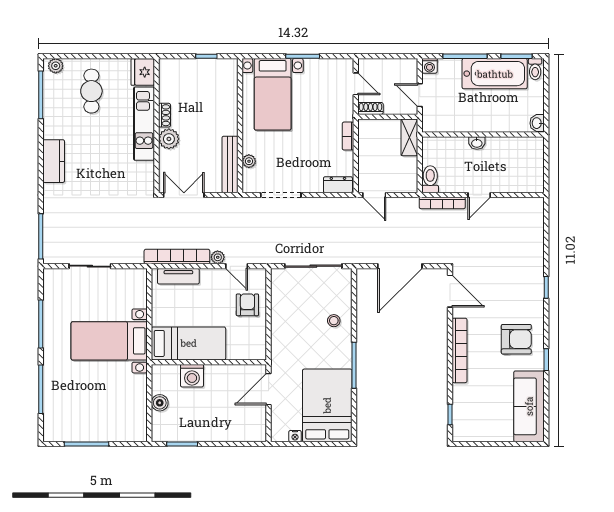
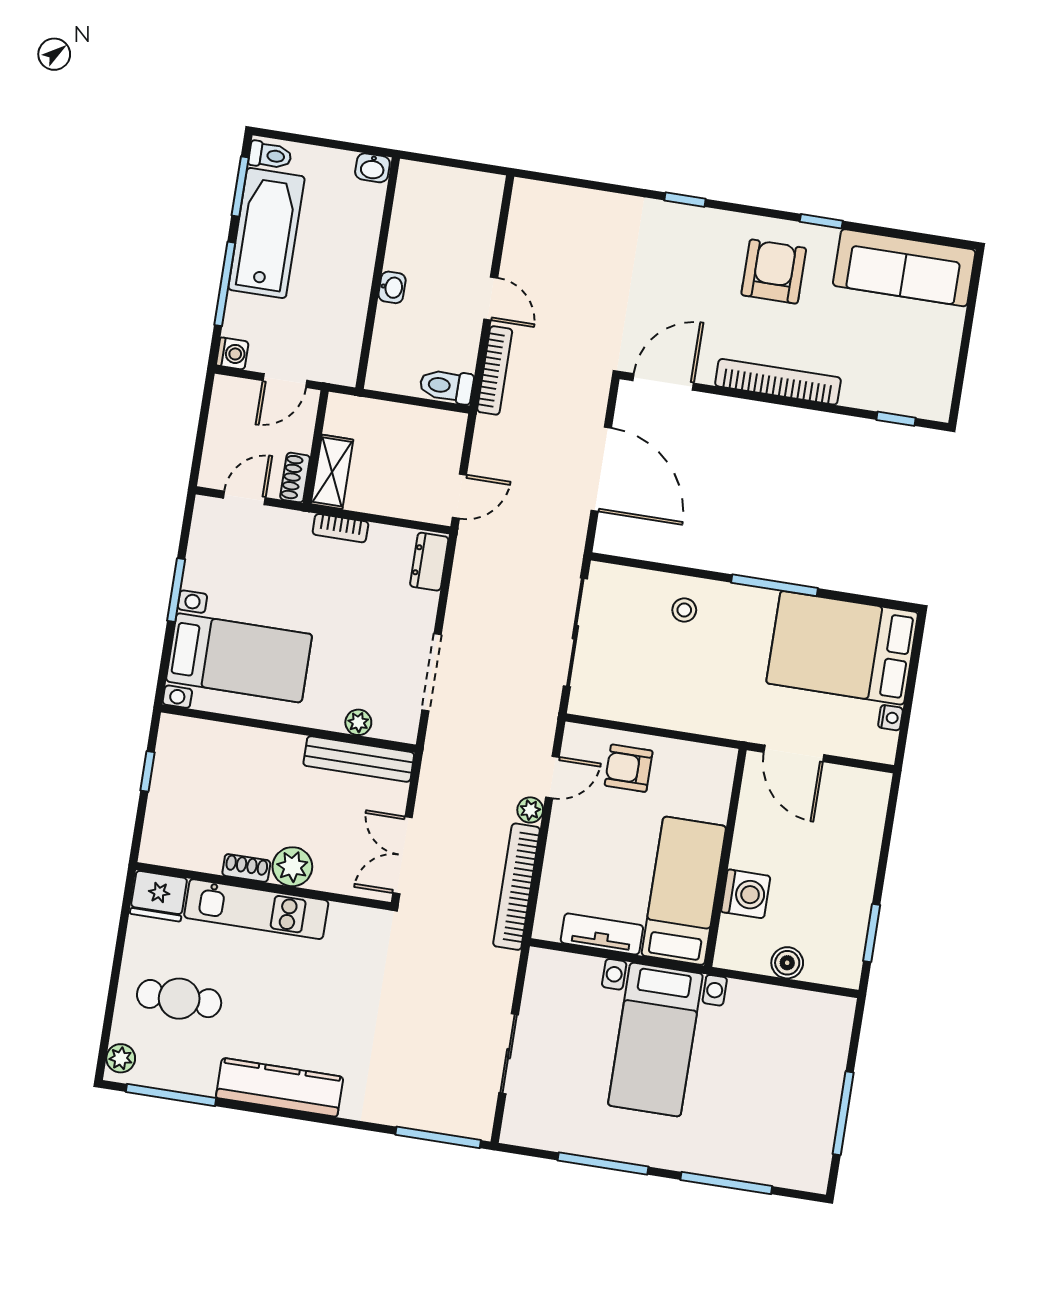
shelving: (409, 137) -> (332, 472), moved, turned 90
kitchen counter: (54, 161) -> (280, 1087), width x1.50
tv unit: (178, 276) -> (602, 934), moved, turned -90

